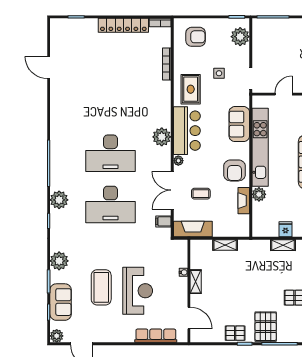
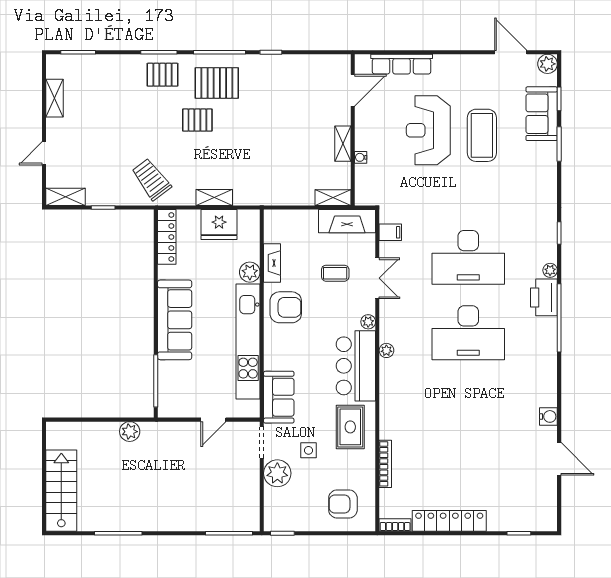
plant: (240, 37) -> (277, 473), moved
water cooler: (56, 96) -> (548, 416), added
sofa: (239, 124) -> (279, 397), moved
plant: (162, 137) -> (386, 350), width x0.53, depth x0.53
desk: (110, 153) -> (468, 333), turned 180
armchair: (234, 170) -> (286, 307), turned 90
printer: (59, 177) -> (544, 297), added
double door: (172, 190) -> (377, 278), width x0.73
plant: (59, 200) -> (550, 270), width x0.53, depth x0.53
desk: (110, 204) -> (468, 257), turned 180
fridge: (286, 229) -> (219, 225), width x1.88, depth x1.34
shelving: (225, 245) -> (333, 198), moved
plant: (59, 261) -> (544, 174), removed
door: (189, 318) -> (353, 90), swing flipped
pallet: (266, 327) -> (217, 83), moved, turned 90
pallet: (235, 333) -> (285, 68), removed

